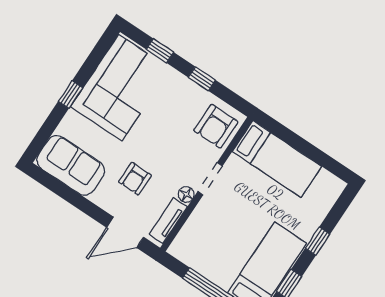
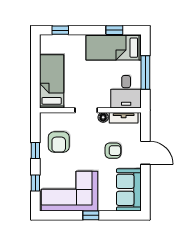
armchair: (216, 126) -> (59, 142), moved, turned 90
door: (125, 232) -> (145, 153), moved
window: (318, 241) -> (60, 30), moved
desk: (199, 246) -> (126, 92), added

